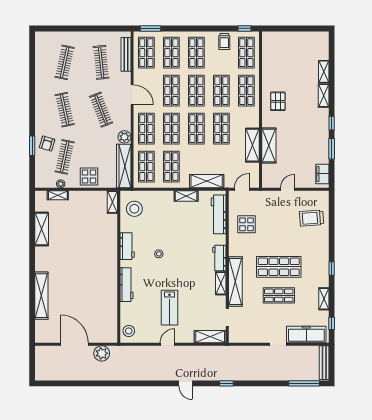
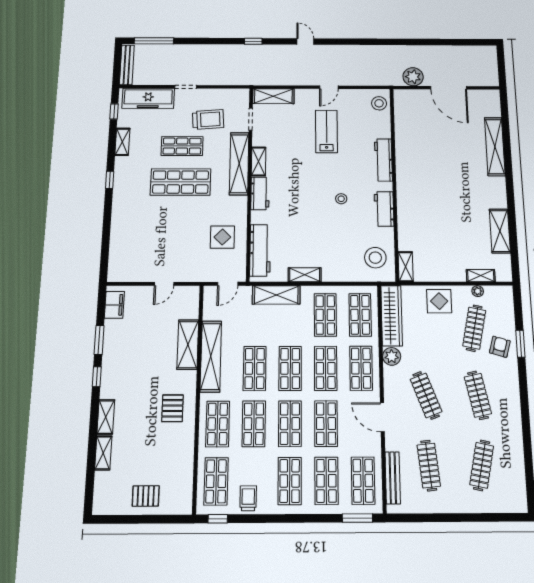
pallet: (293, 43) -> (146, 496), added
shelving: (252, 145) -> (211, 356), width x1.47
trolley: (312, 218) -> (208, 119), moved

